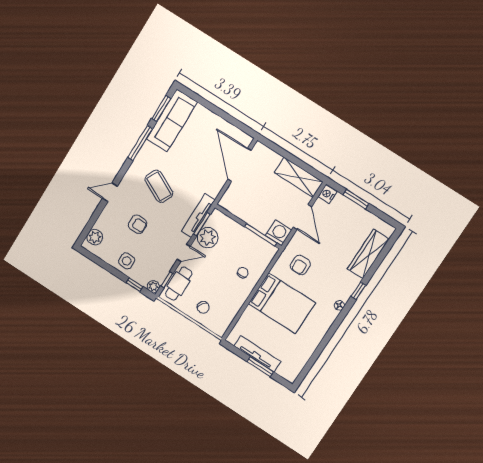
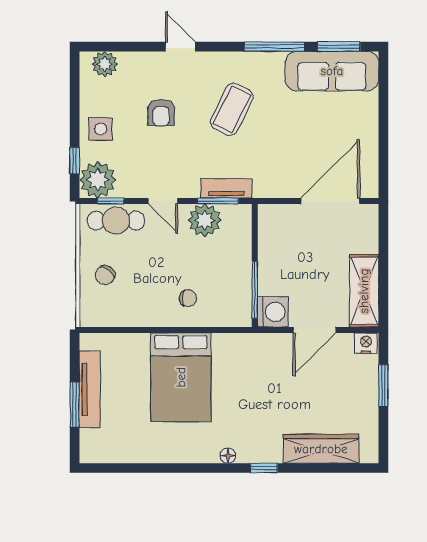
tv unit: (198, 216) -> (226, 188), width x0.71
armchair: (300, 265) -> (248, 369), removed
plant: (153, 287) -> (98, 180), width x1.87, depth x1.87

